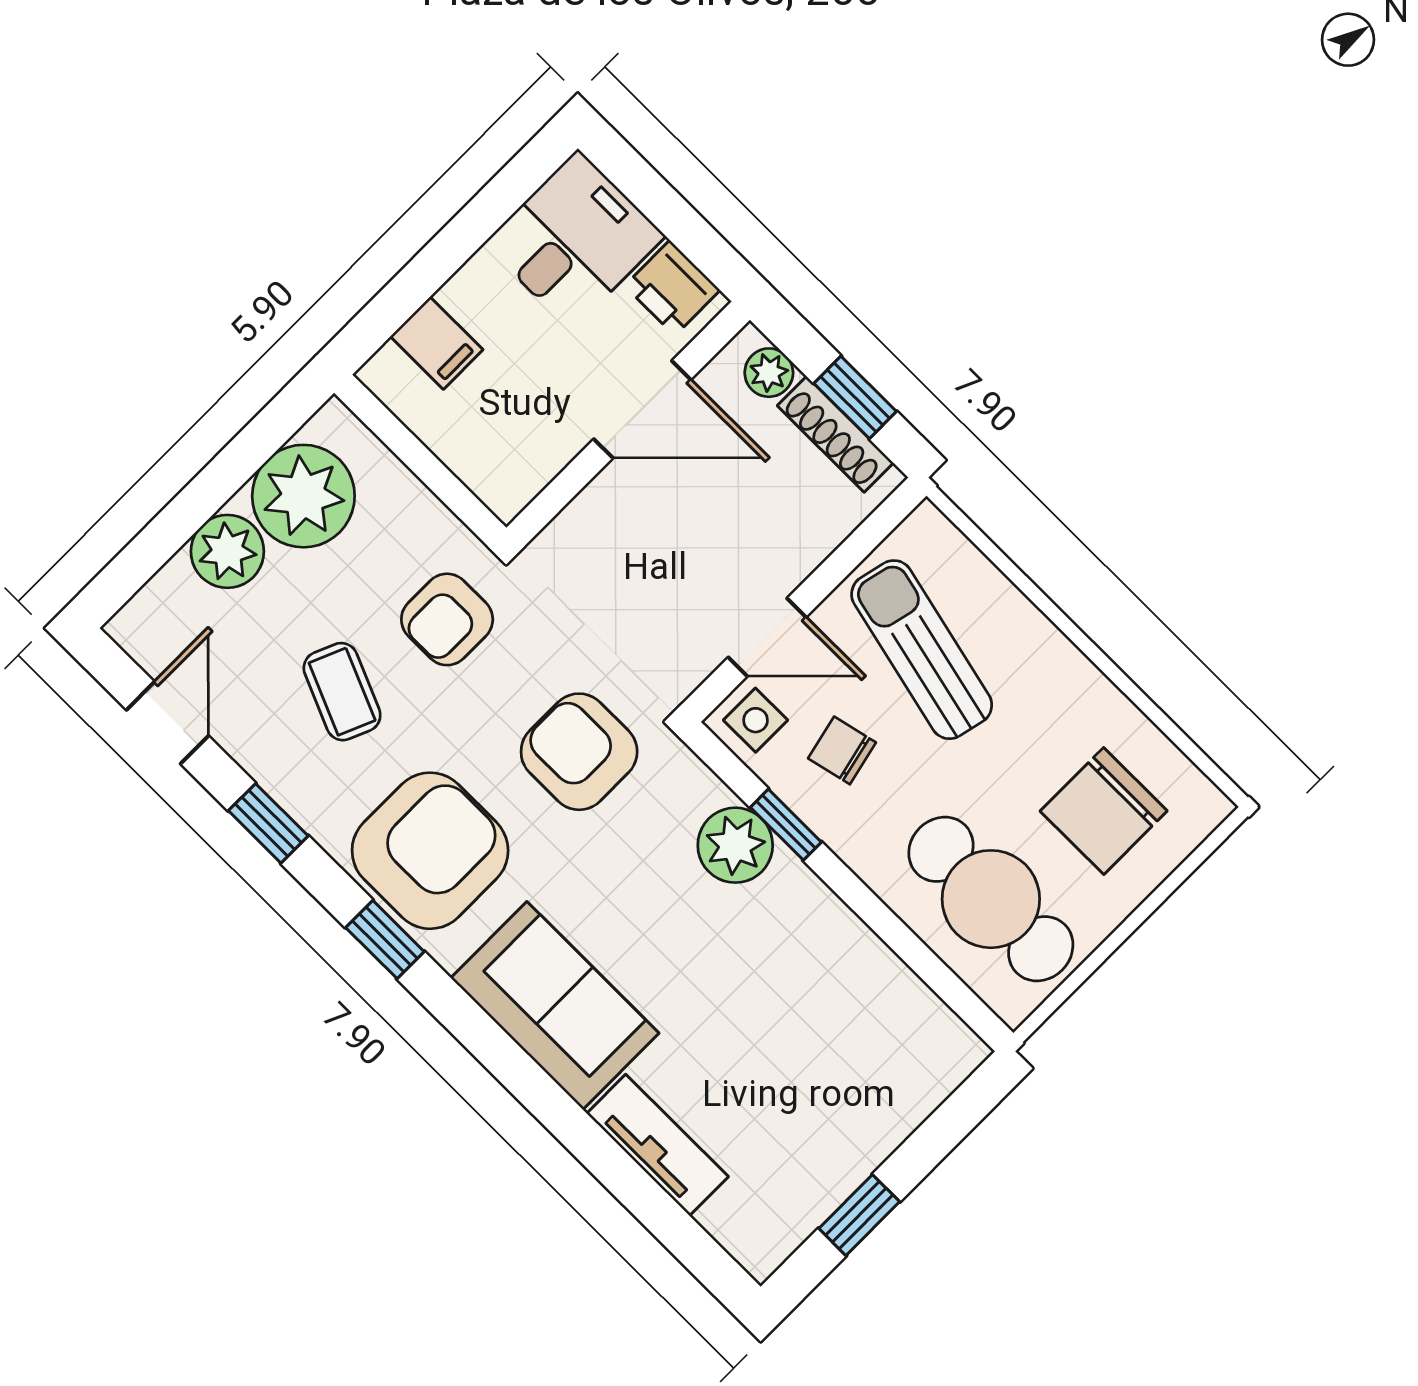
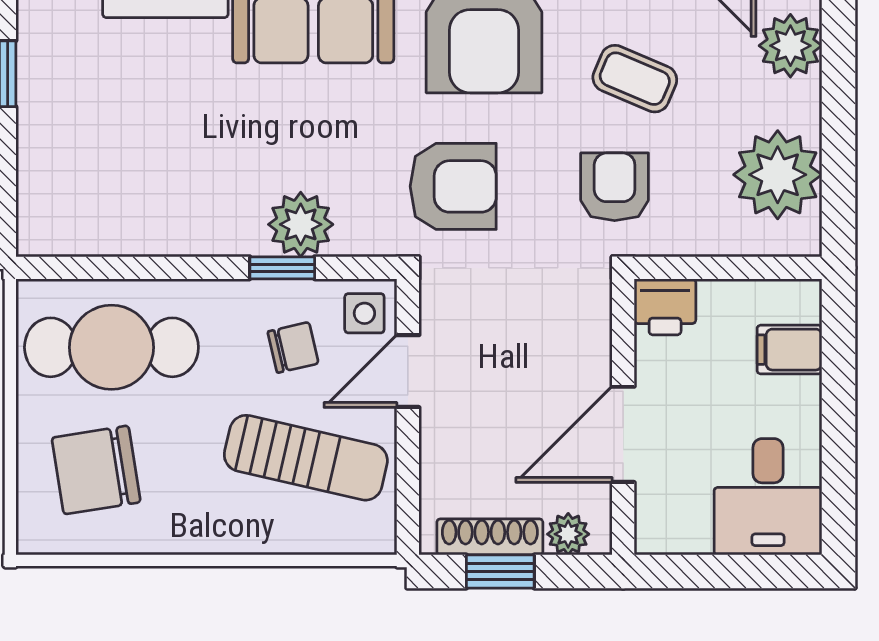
printer: (672, 288) -> (665, 307), moved, turned 180
plant: (227, 551) -> (790, 46), moved
chair: (1104, 811) -> (96, 470), turned -99

